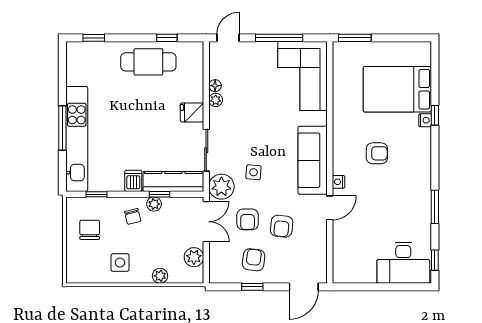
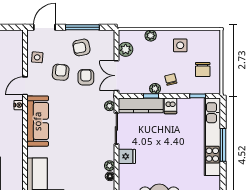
side table: (253, 172) -> (37, 57), moved
plant: (221, 187) -> (110, 106), width x0.53, depth x0.53
armchair: (254, 260) -> (81, 47), turned 72
window: (252, 287) -> (82, 27), width x2.17

